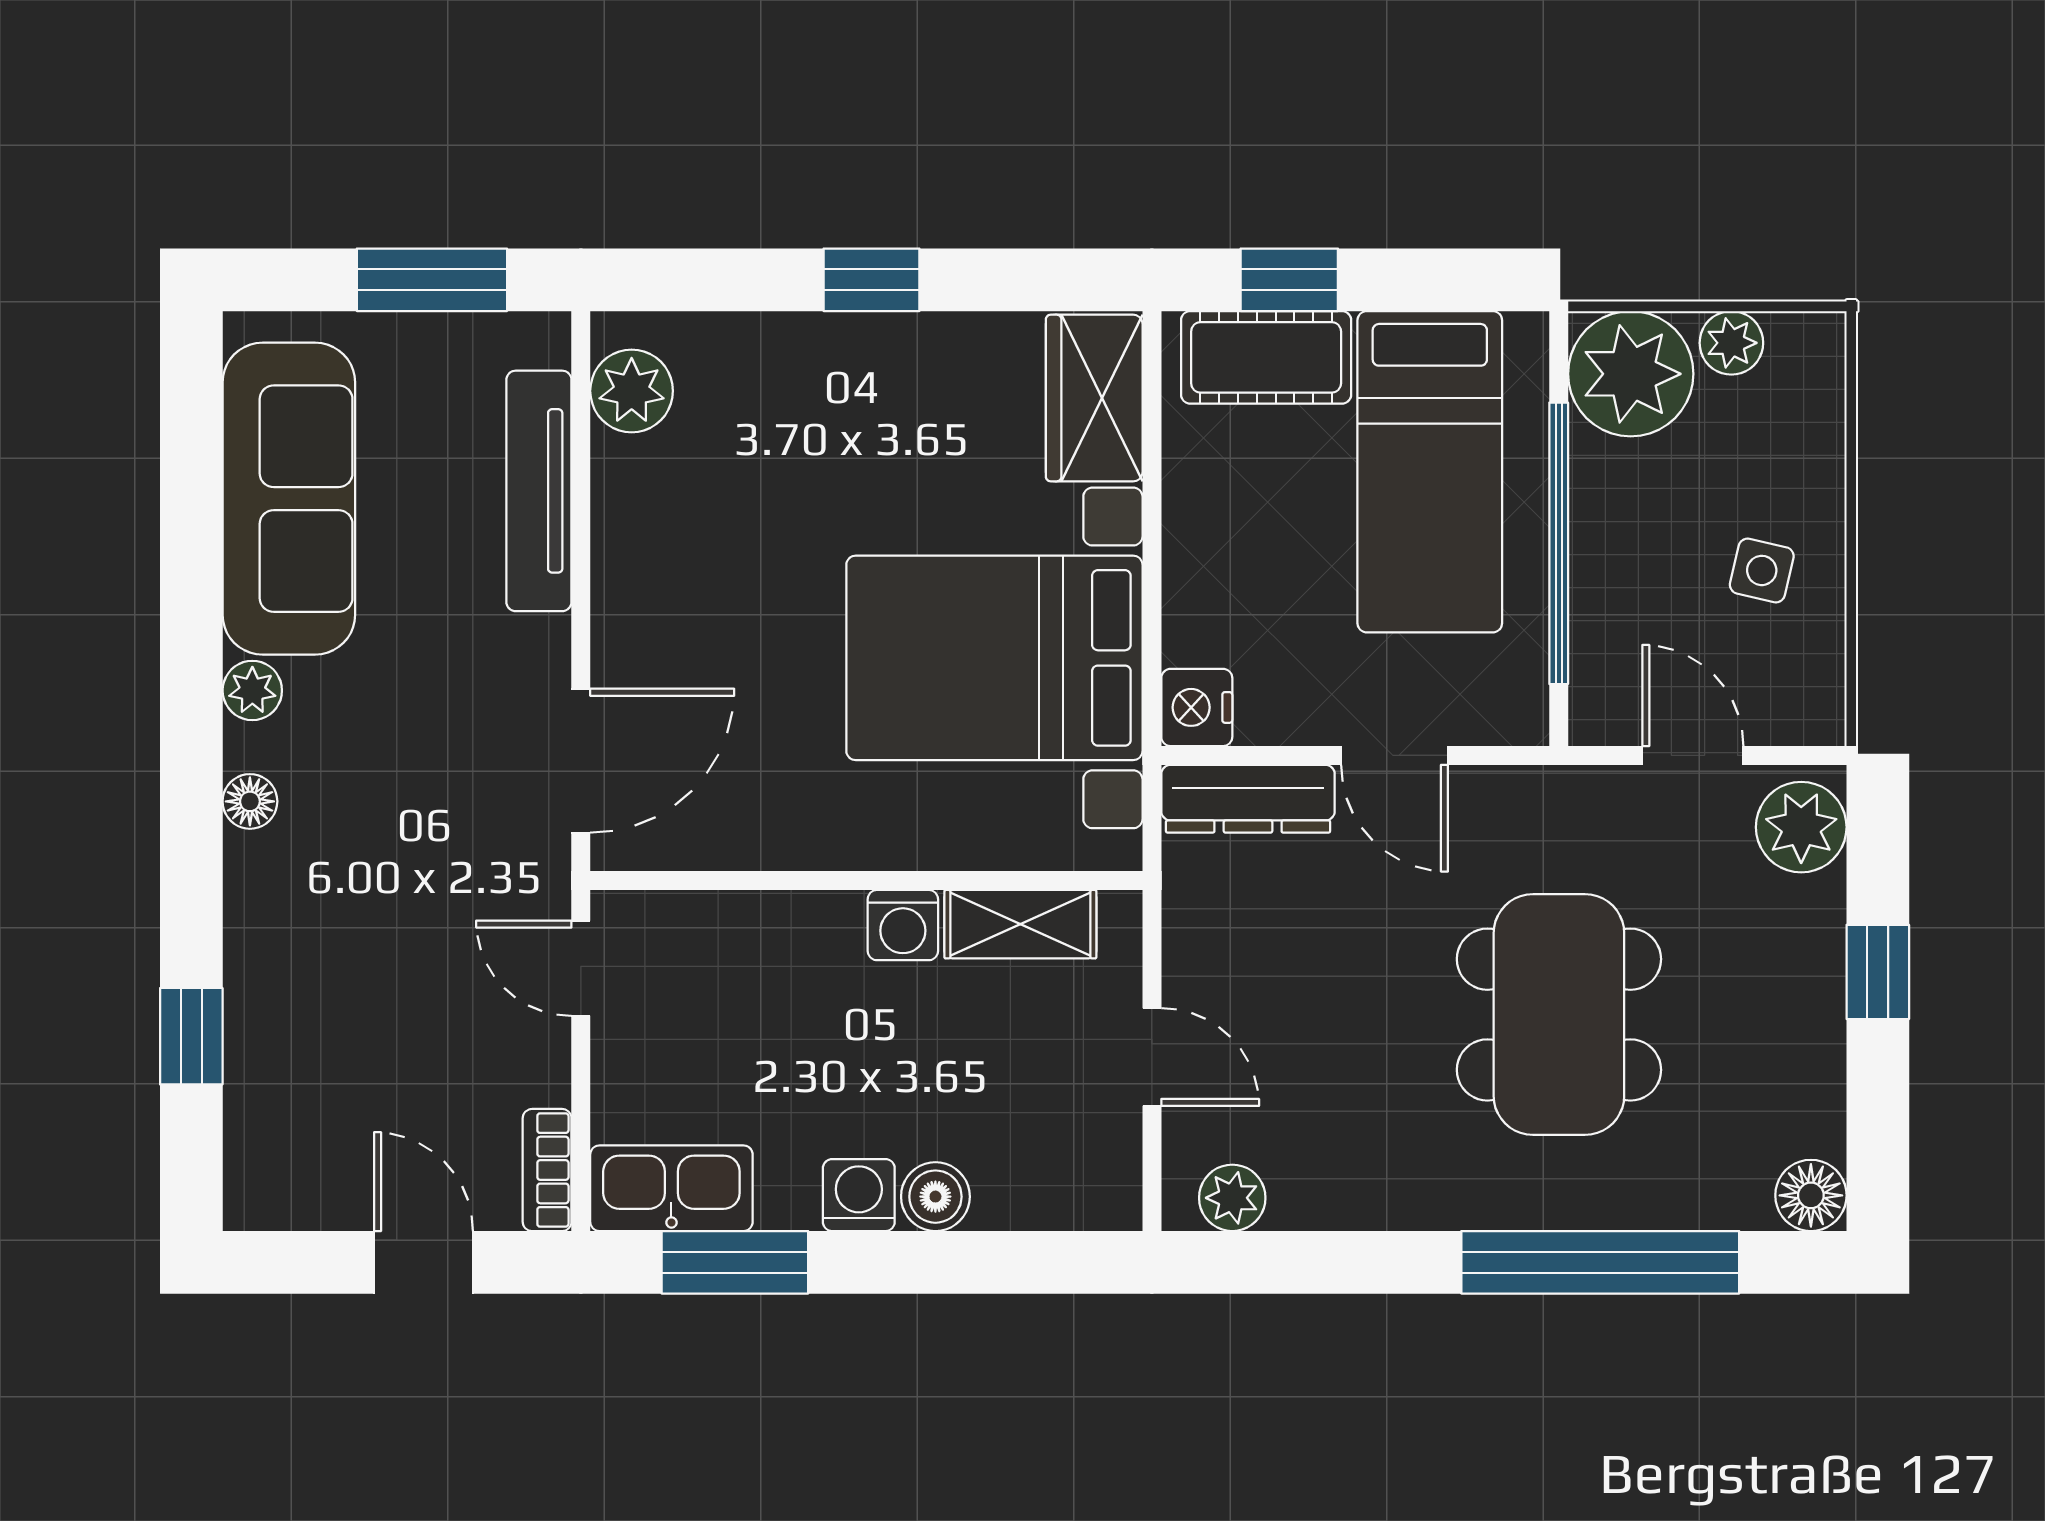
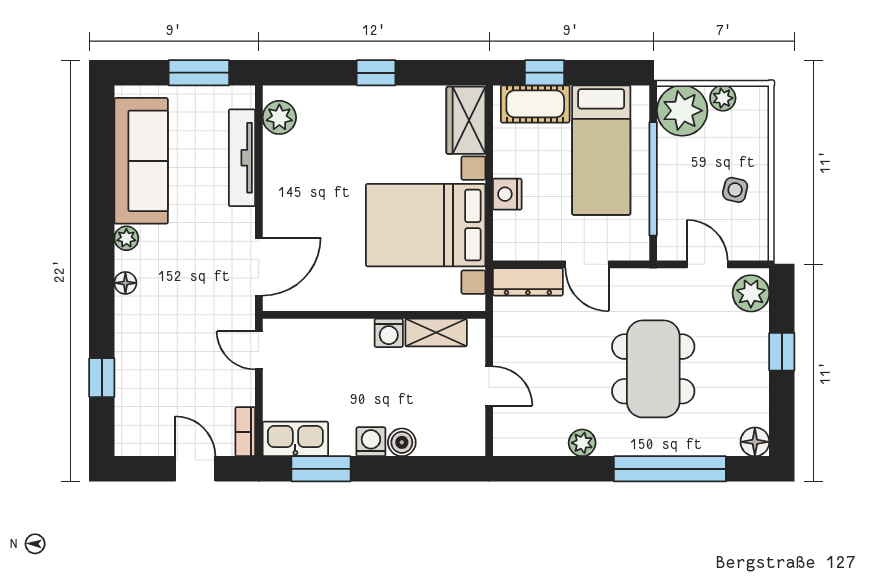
nightstand: (1197, 707) -> (507, 194), moved
plant: (1232, 1198) -> (582, 443), moved

